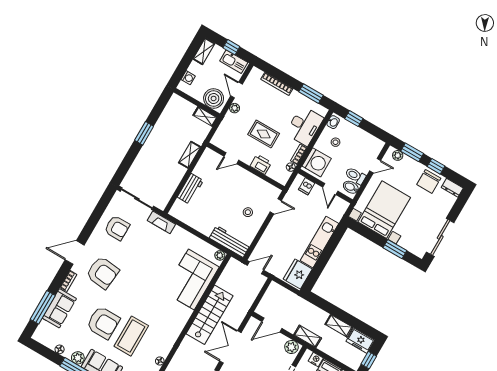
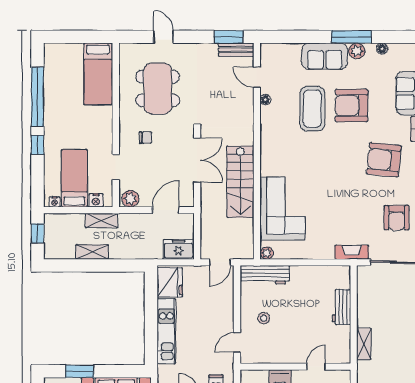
armchair: (117, 228) -> (397, 218), turned -90
shelving: (308, 336) -> (101, 221), moved
freezer: (360, 341) -> (179, 249), moved

